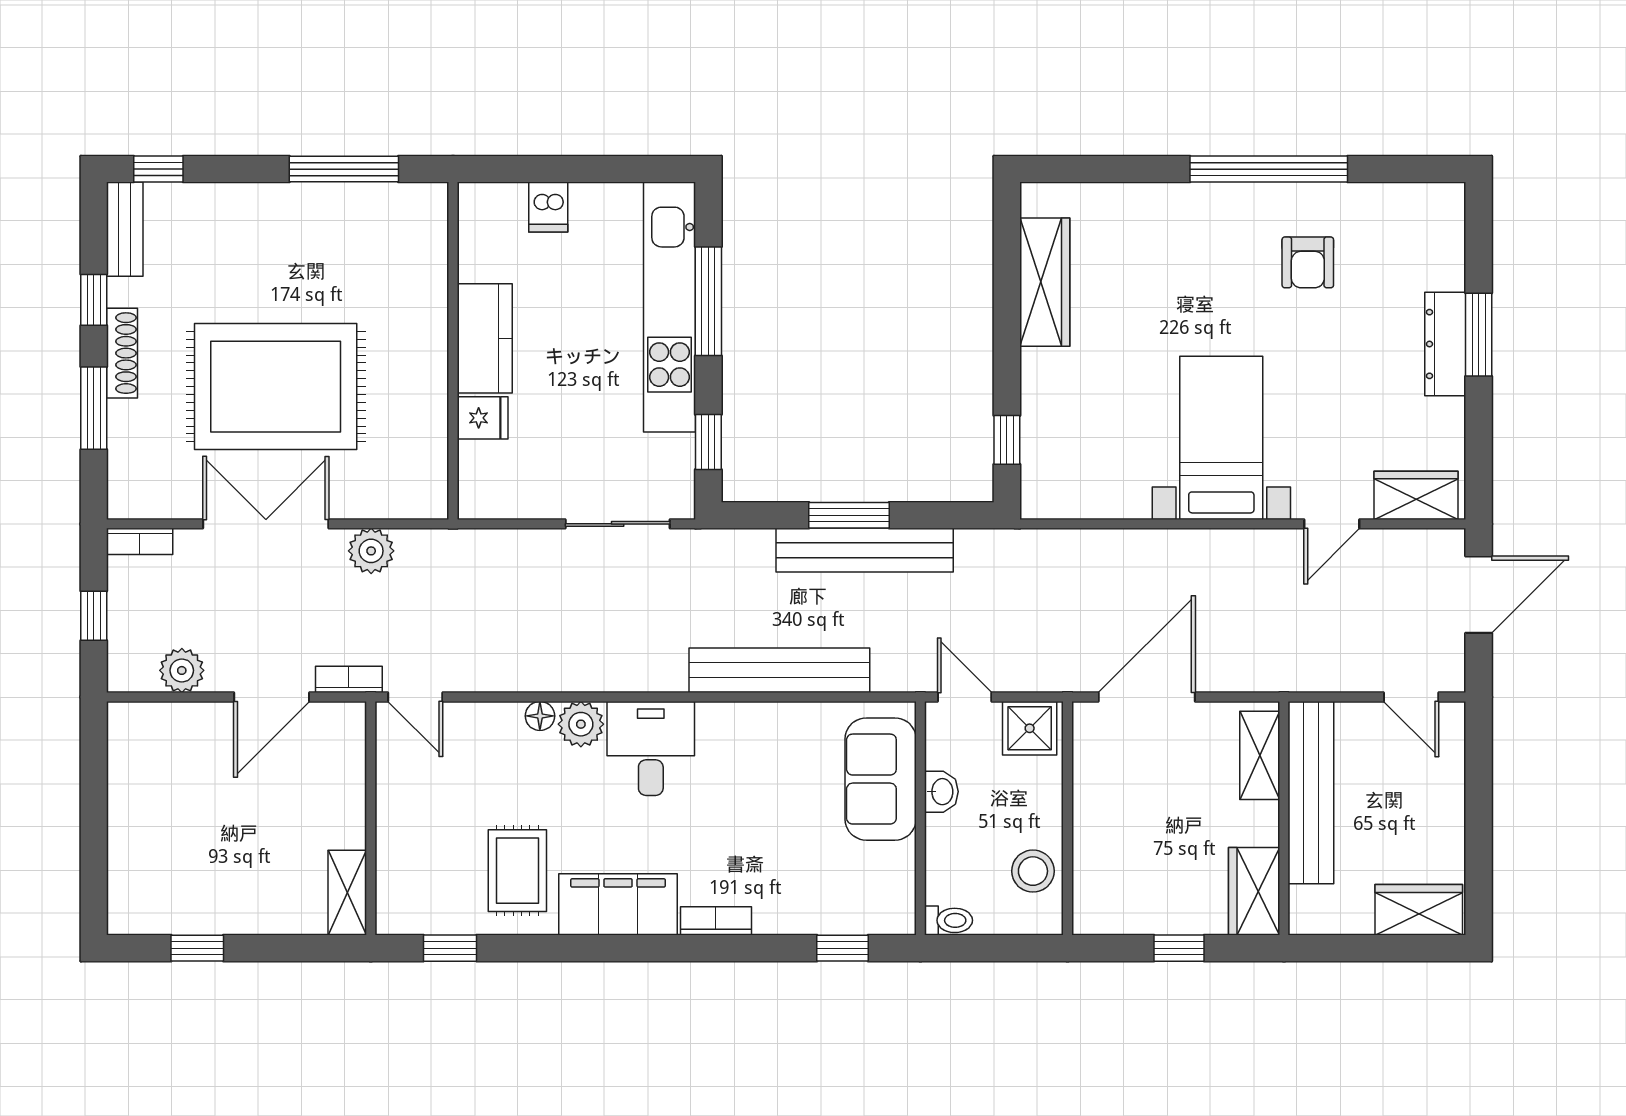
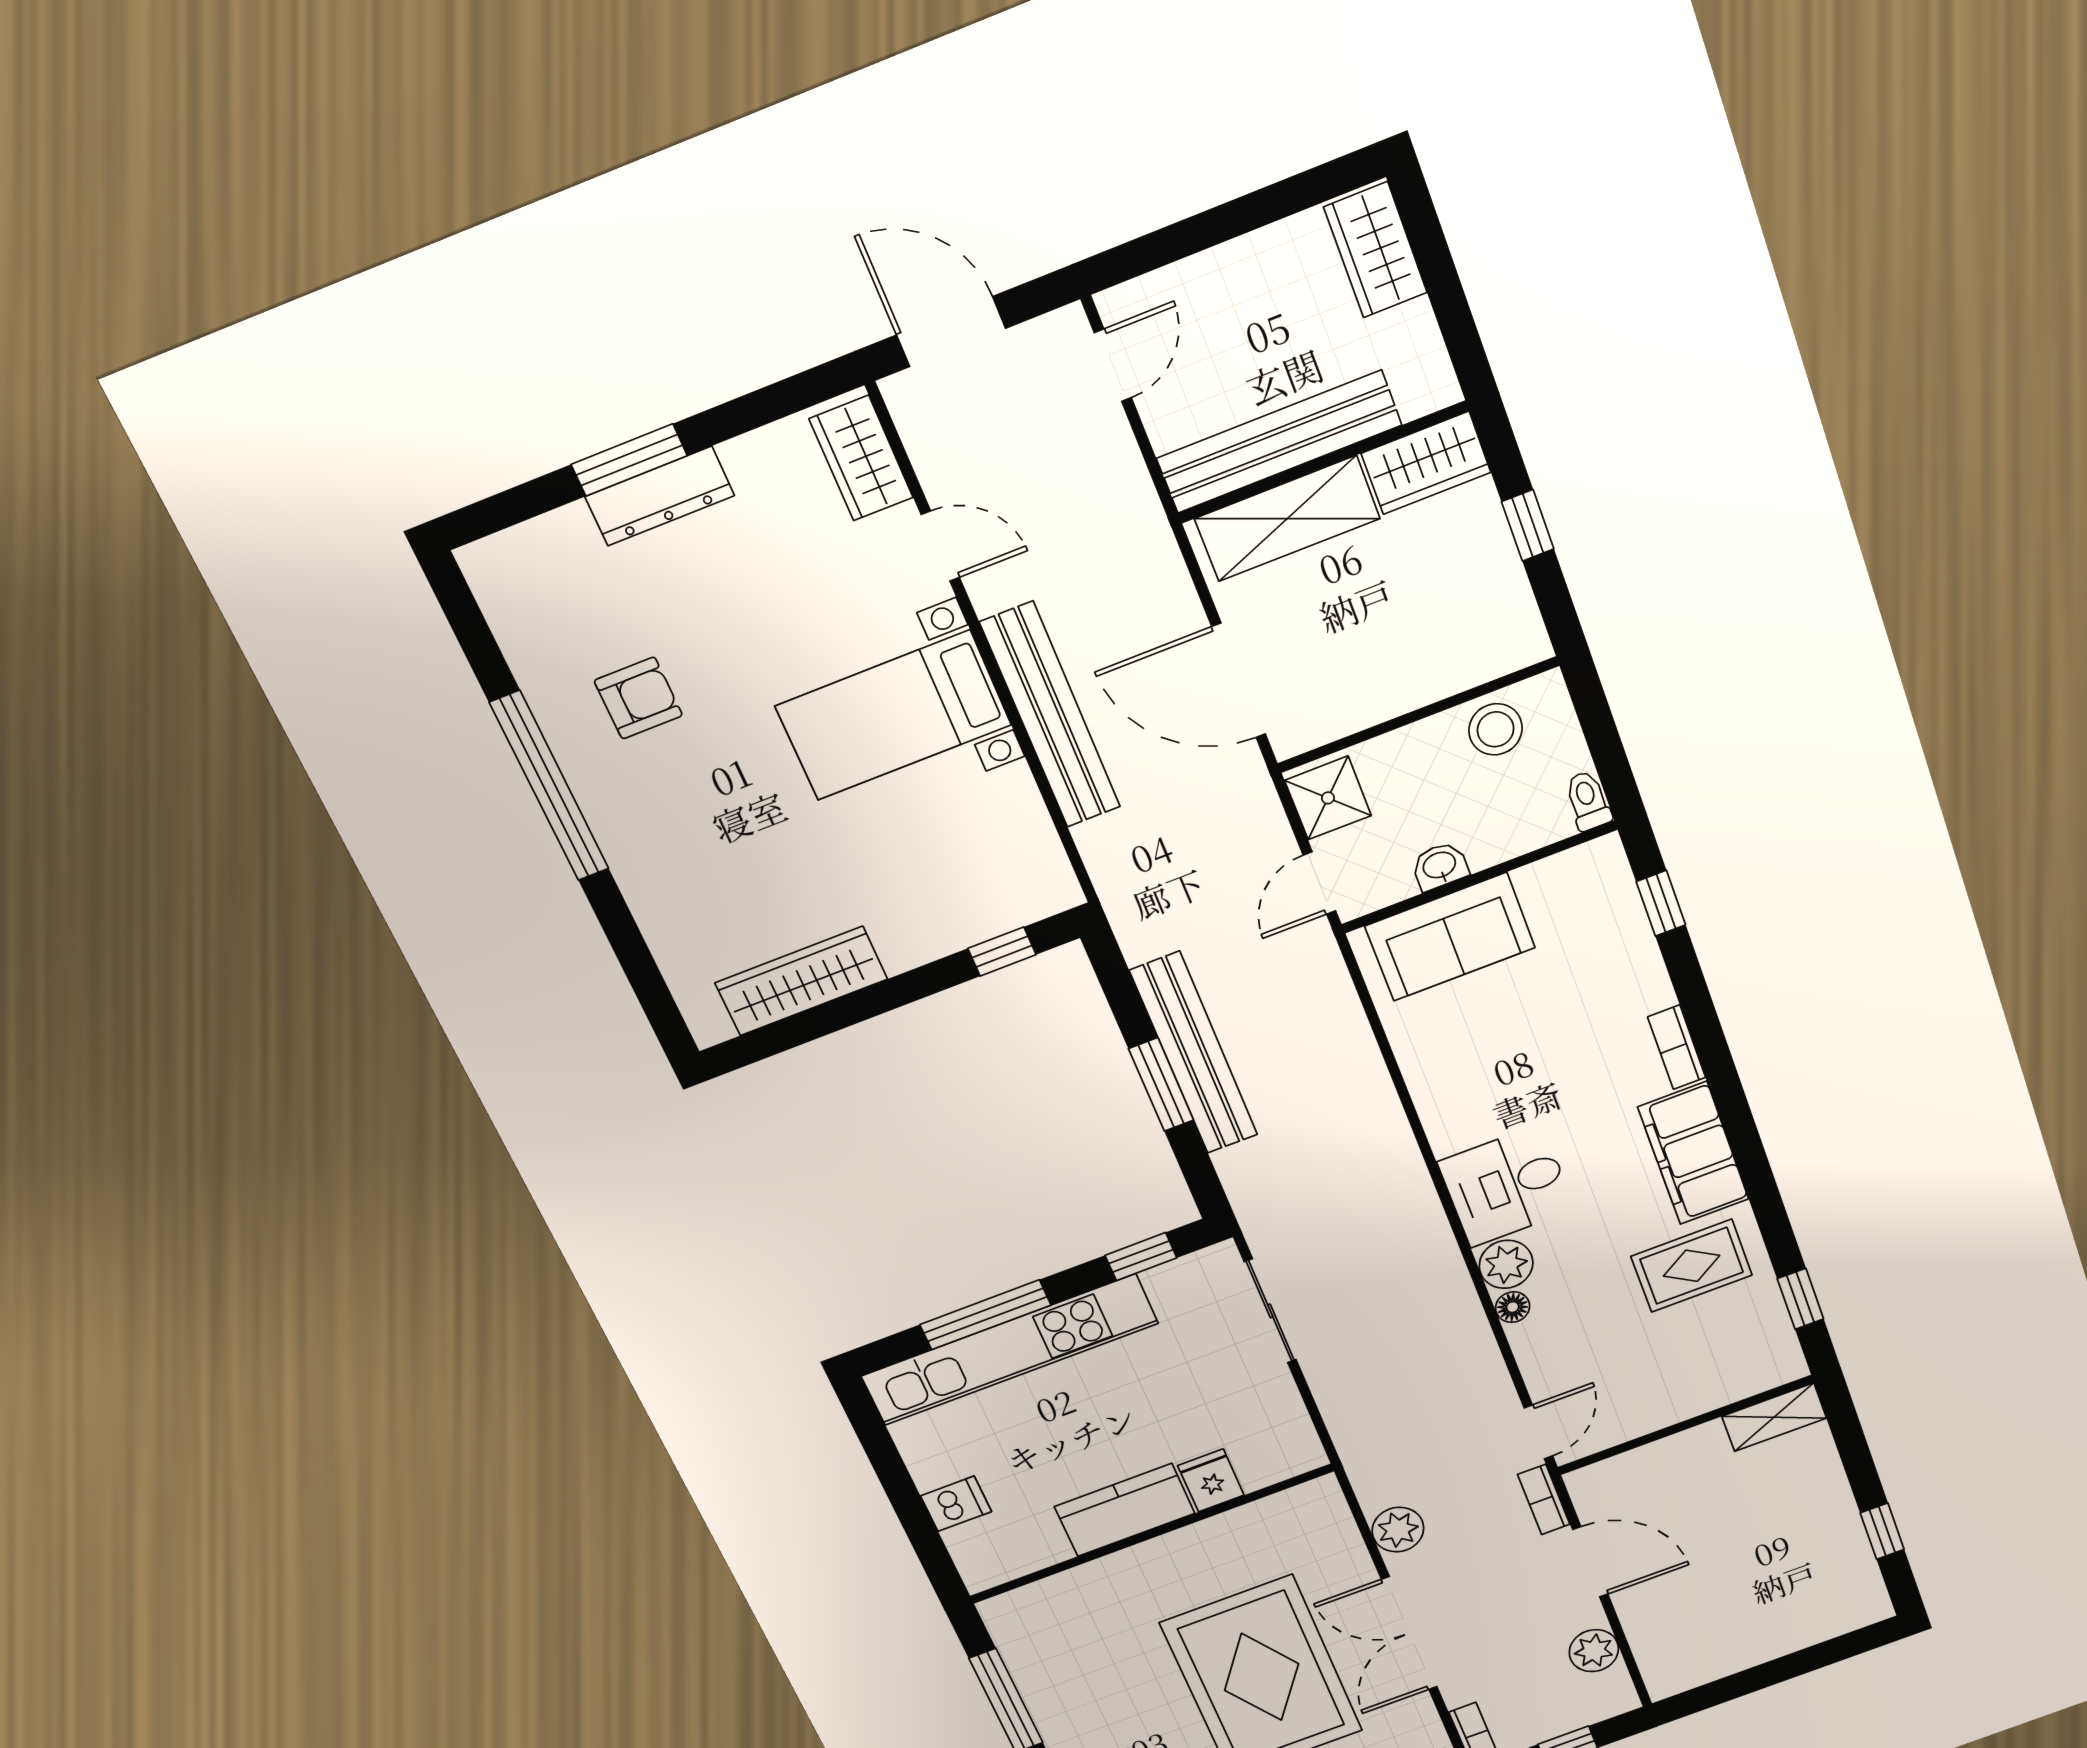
bench: (779, 670) -> (1050, 715), moved
shelving: (1260, 755) -> (1287, 519), width x1.50, depth x1.33

